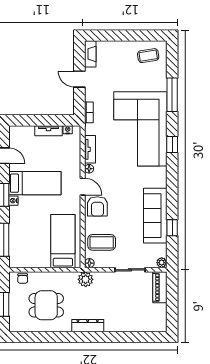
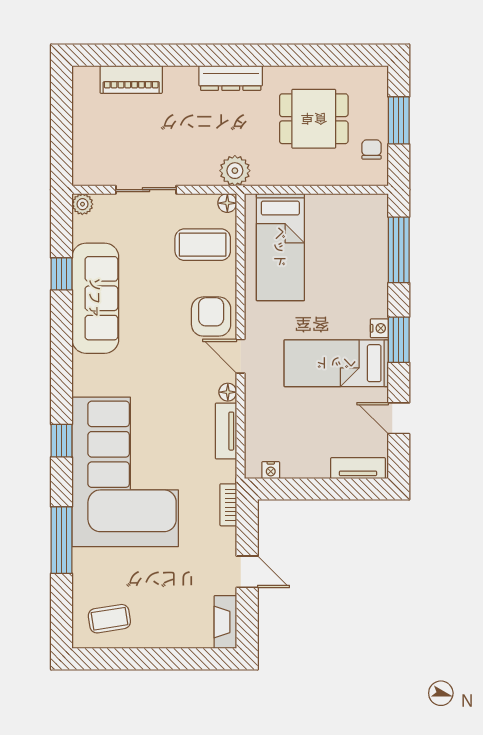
tv unit: (48, 131) -> (358, 468), moved
chair: (23, 278) -> (372, 150), moved
piano: (160, 287) -> (131, 79), moved, turned 90

